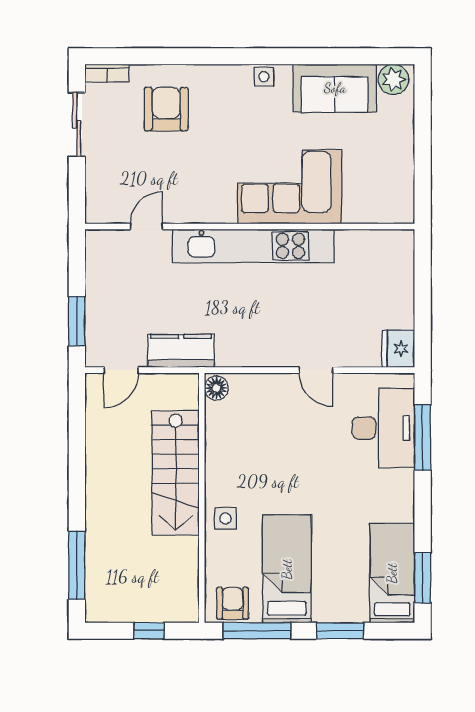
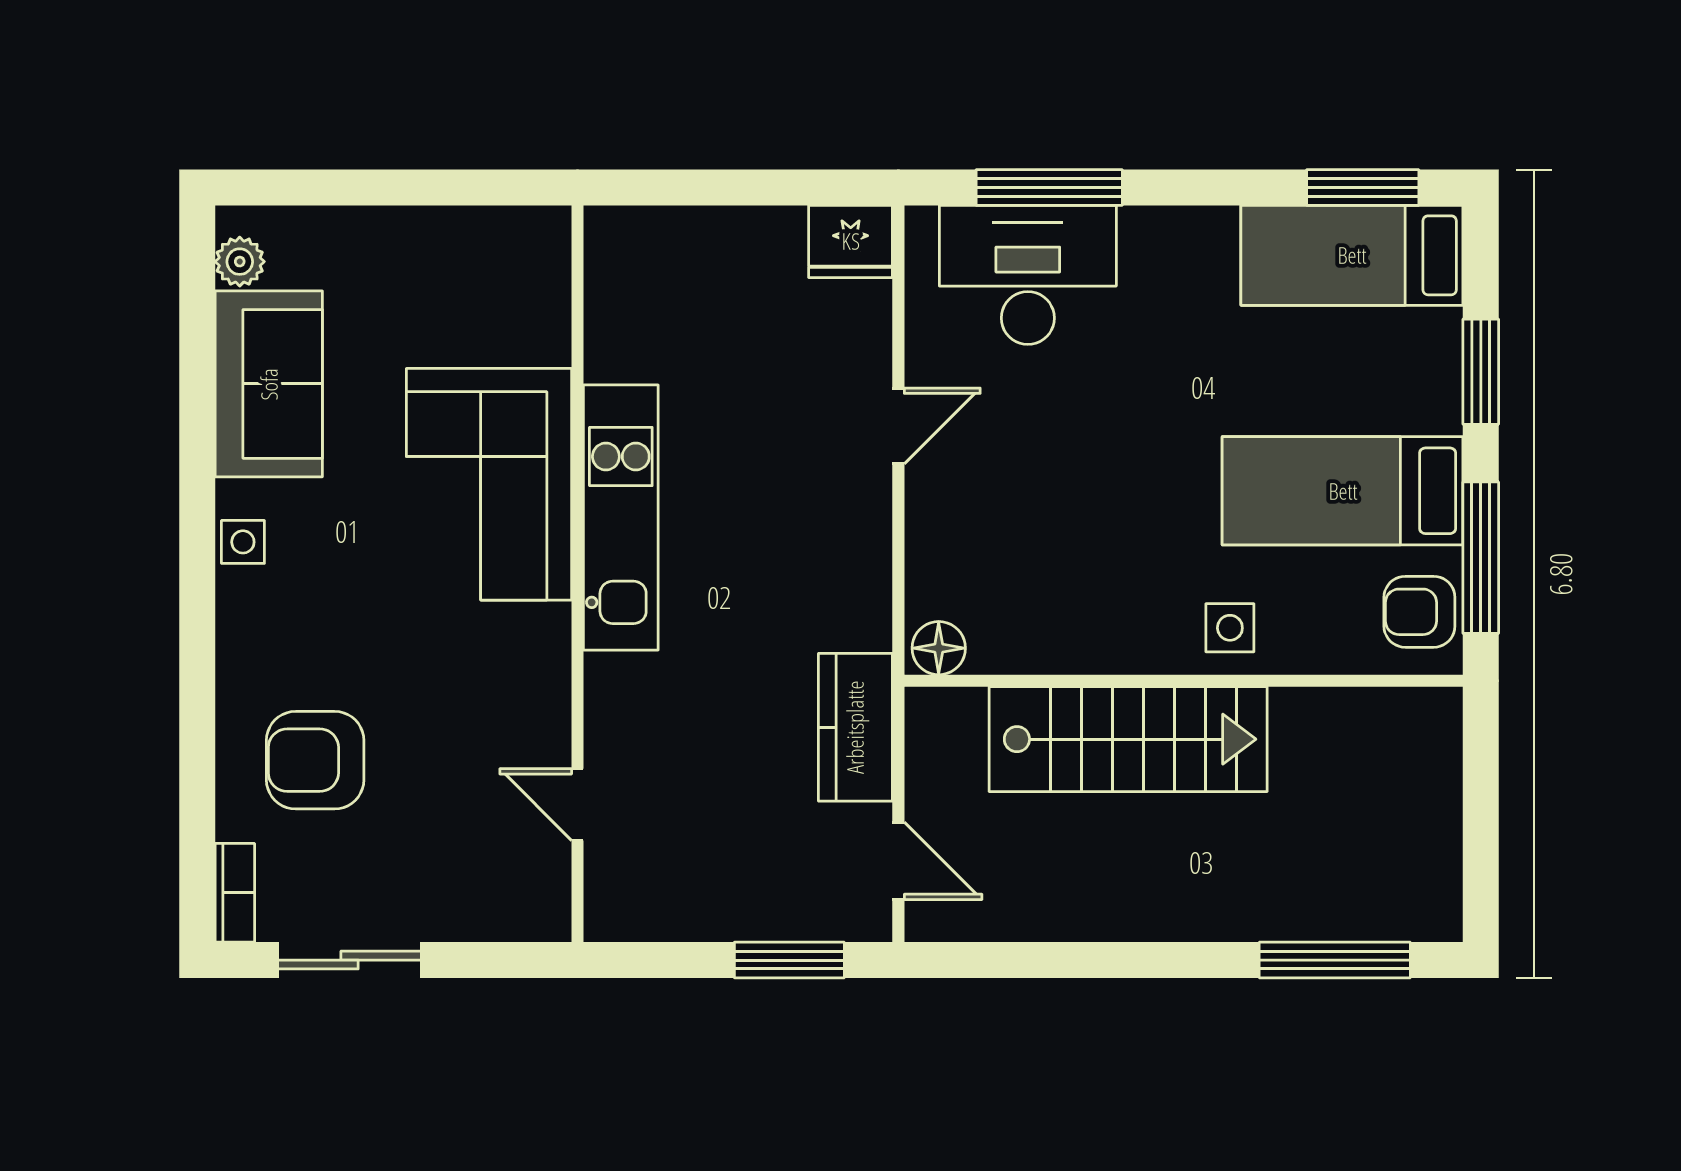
plant: (394, 79) -> (240, 262), width x0.73, depth x0.73
kitchen unit: (253, 246) -> (621, 517), width x0.73
window: (149, 631) -> (1481, 799), removed

